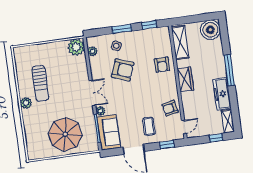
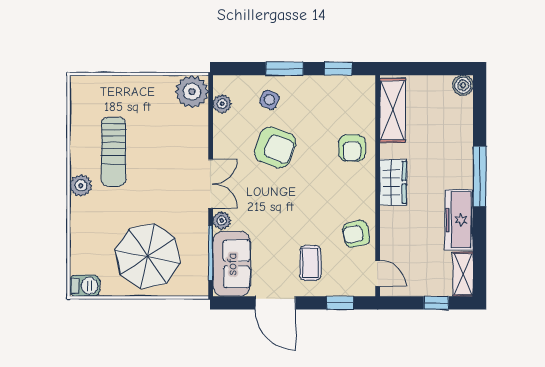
boiler: (210, 30) -> (463, 85), width x0.54, depth x0.54
door: (184, 127) -> (378, 273), hinge flipped
barbecue: (35, 154) -> (85, 286), added

